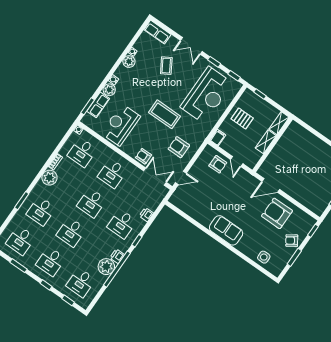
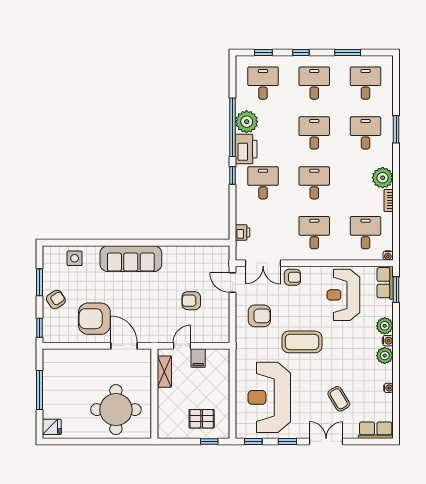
plant: (129, 62) -> (385, 356), moved
row of seats: (98, 105) -> (385, 283), moved
pallet: (242, 119) -> (202, 419), moved
shelving: (279, 123) -> (164, 423), removed
reception desk: (121, 125) -> (343, 295), turned 180
filing cabinet: (218, 138) -> (198, 358), moved
shelving: (266, 142) -> (164, 372), moved
round table: (302, 151) -> (116, 410), added
door: (237, 161) -> (182, 346), hinge flipped
armchair: (218, 164) -> (191, 301), moved
door: (181, 178) -> (232, 283), hinge flipped
door: (271, 185) -> (124, 346), hinge flipped
armchair: (277, 213) -> (94, 319), turned 180
printer: (146, 215) -> (243, 232), moved
sofa: (226, 230) -> (131, 259), width x1.36
printer: (117, 256) -> (246, 149), width x1.87, depth x1.48

